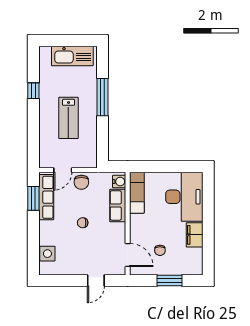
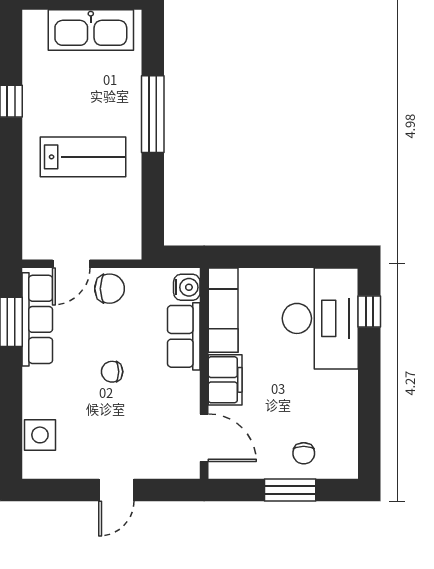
lab bench: (68, 118) -> (83, 157), turned -90
chair: (81, 182) -> (110, 289), turned -90
window: (208, 193) -> (369, 311), added
filing cabinet: (195, 235) -> (225, 380), moved, turned 180
chair: (160, 250) -> (304, 453), moved
door: (96, 280) -> (116, 490), moved

